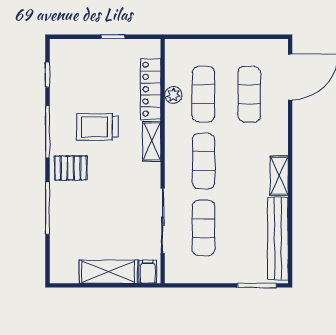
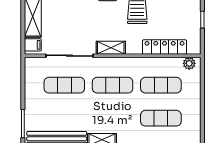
plant: (173, 95) -> (189, 63), moved
shelving: (152, 141) -> (111, 48), moved

